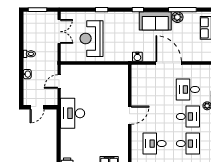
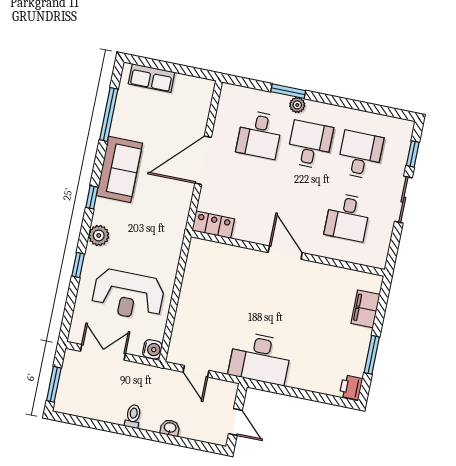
plant: (178, 17) -> (99, 235), moved
water cooler: (137, 57) -> (152, 349), moved
locker: (137, 75) -> (213, 225), added

